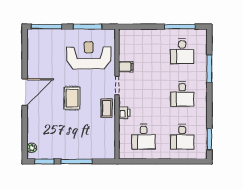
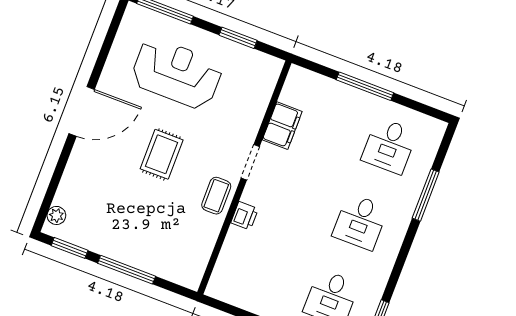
window: (88, 27) -> (238, 38), width x0.69
window: (180, 27) -> (365, 86), moved
reception desk: (89, 55) -> (177, 73), moved
filing cabinet: (126, 67) -> (282, 126), width x2.00
desk: (144, 137) -> (263, 271), removed

